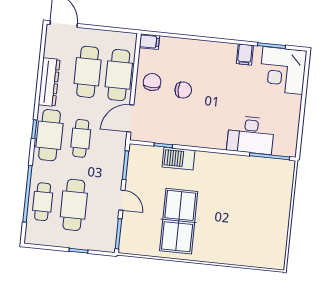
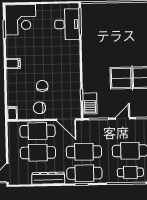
filing cabinet: (245, 55) -> (13, 64), moved
desk: (251, 135) -> (67, 24), moved
cafe table: (81, 138) -> (84, 152), width x1.37, depth x1.35
barbecue: (178, 159) -> (90, 103), moved

